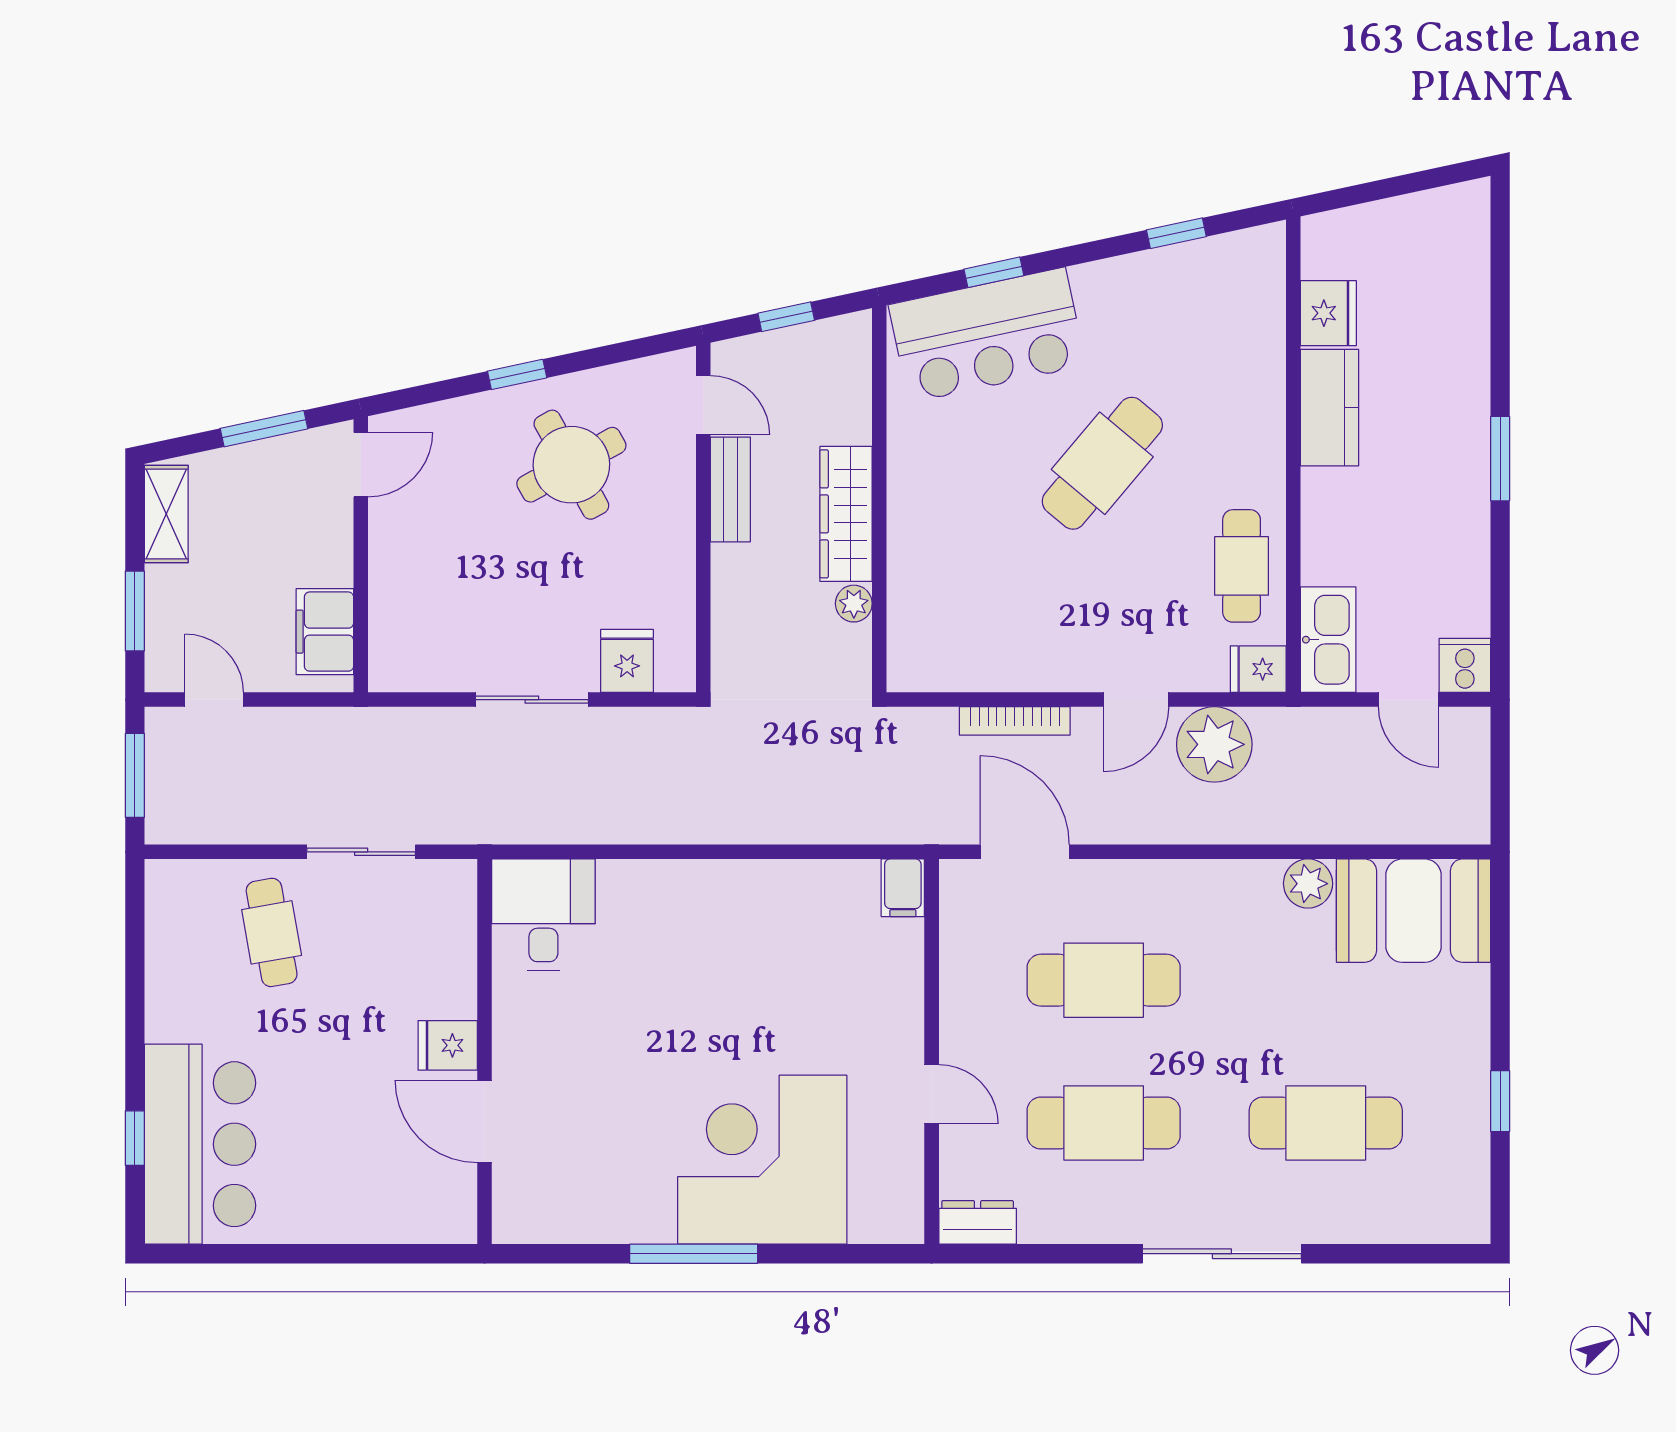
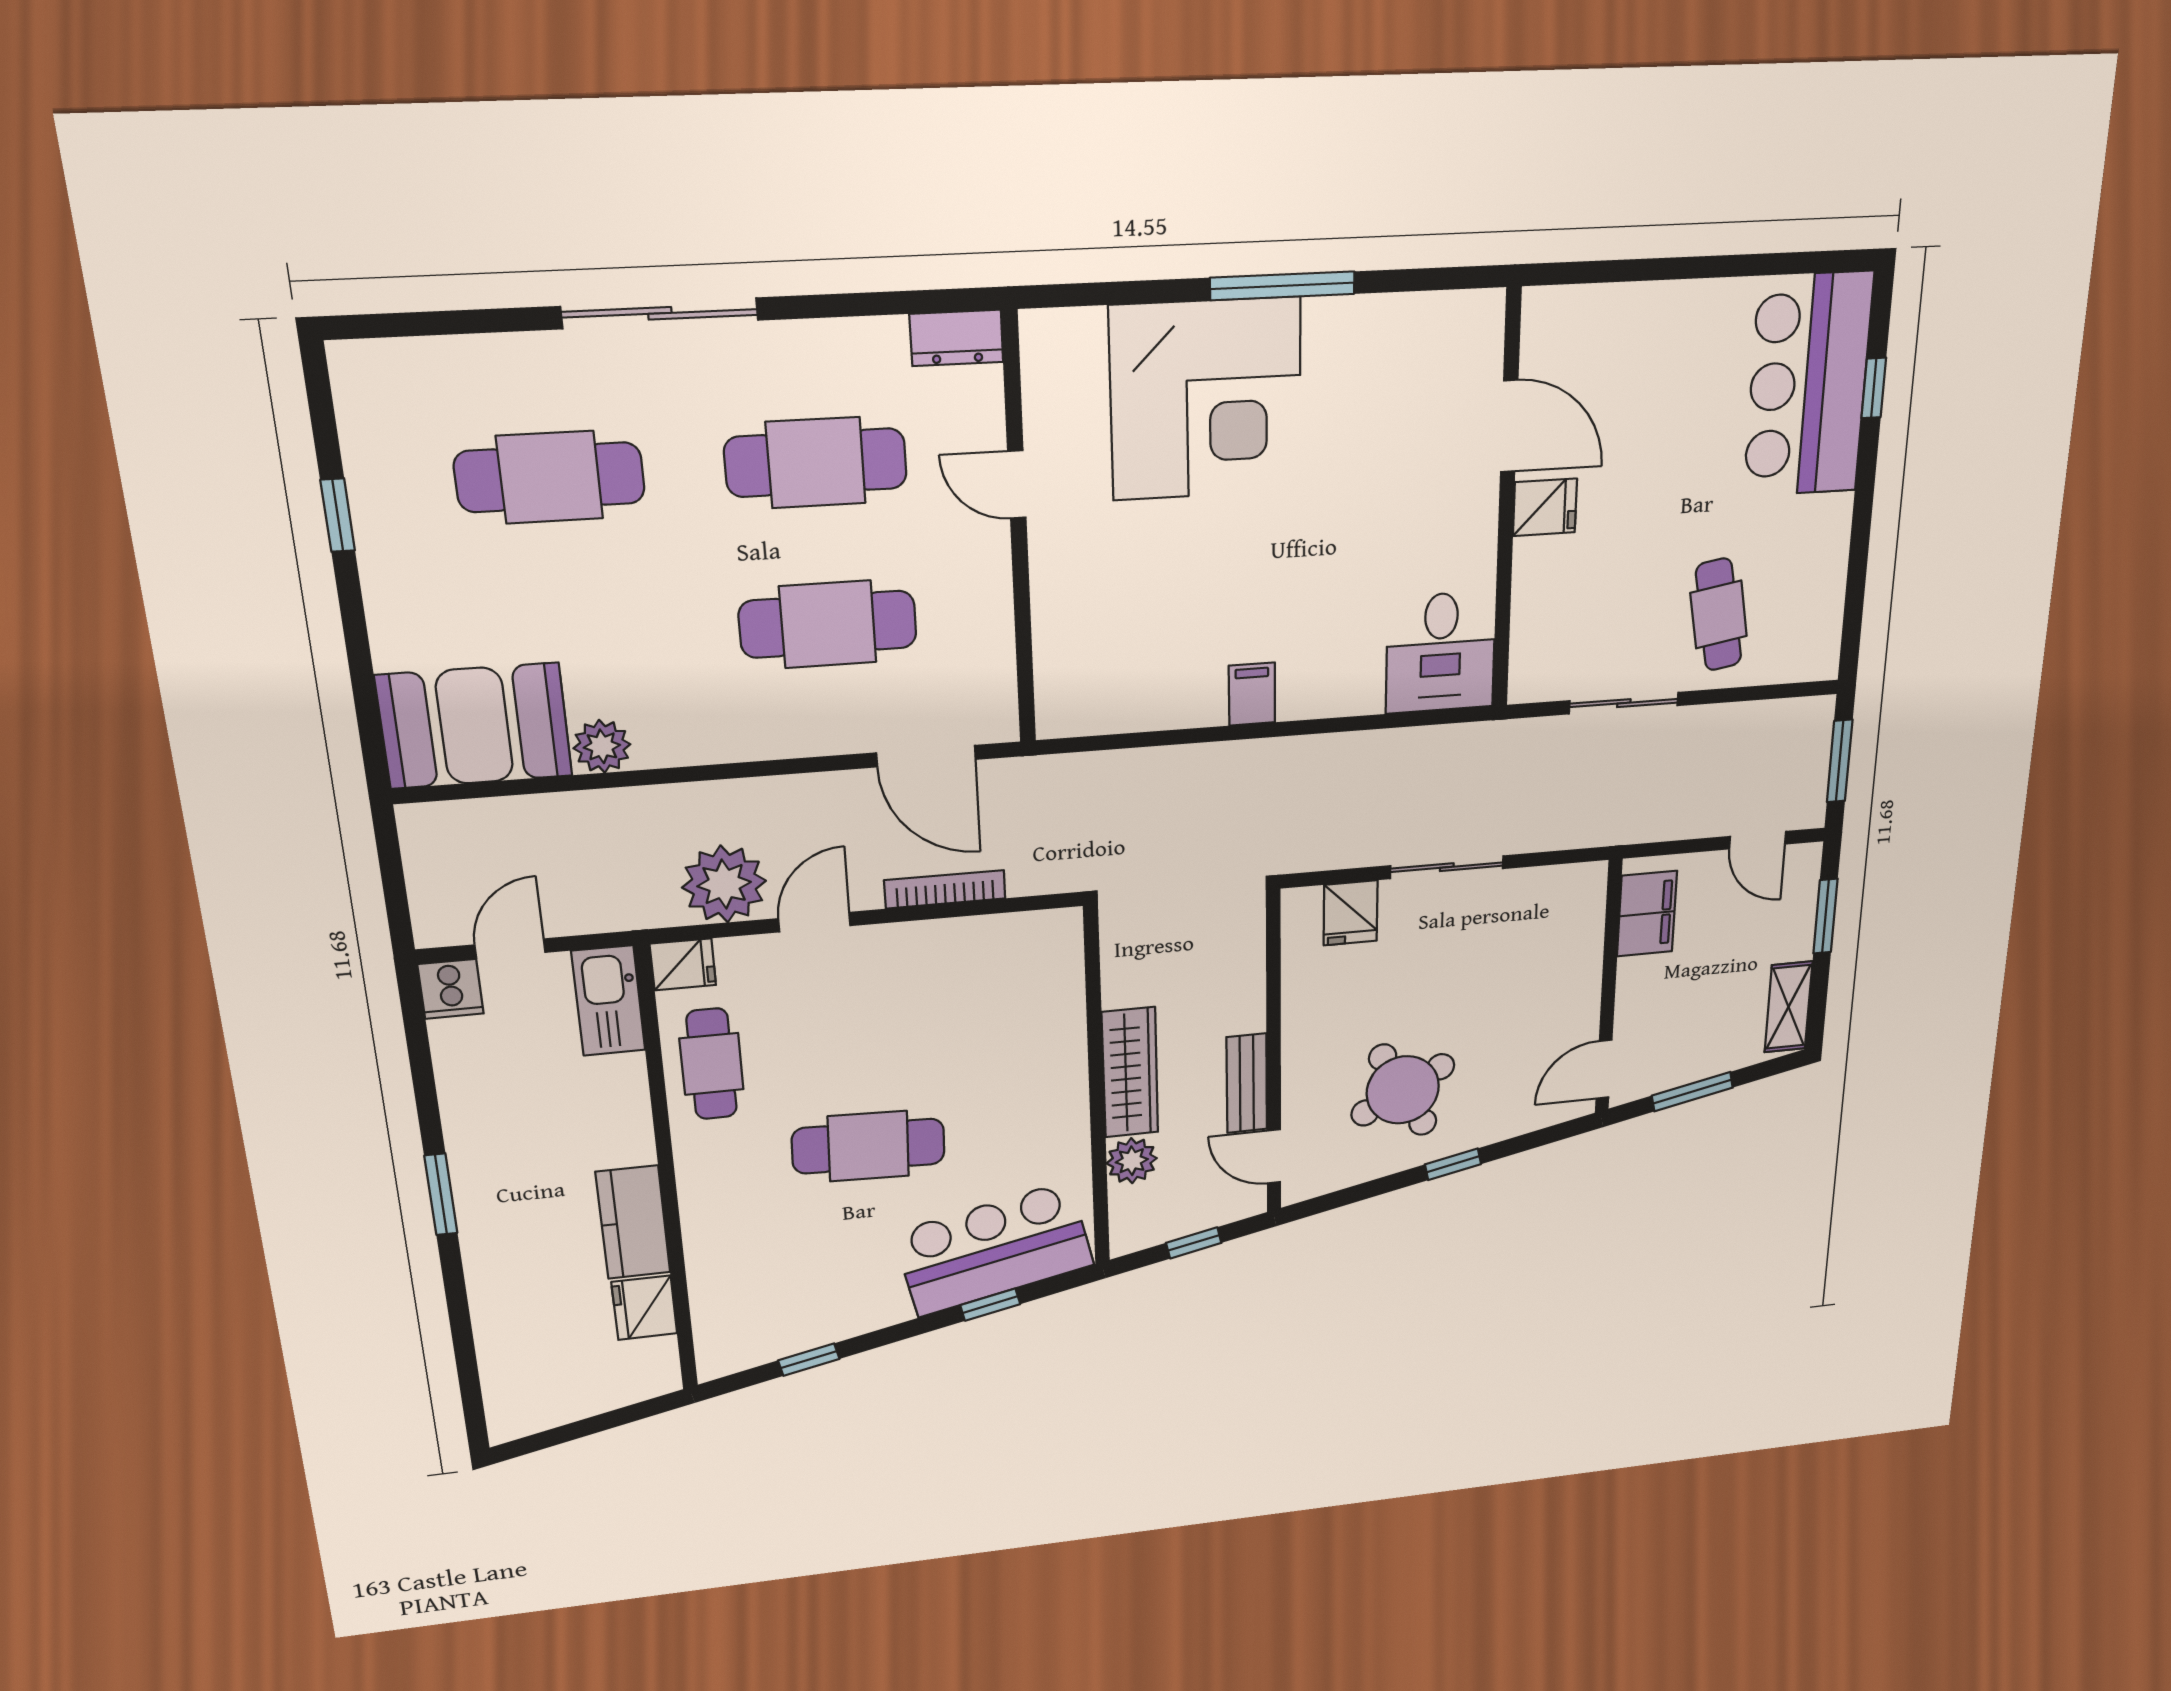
cafe table: (1102, 463) -> (868, 1146), turned 52
plant: (854, 604) -> (1132, 1161), moved, width x1.38, depth x1.38
door: (1409, 700) -> (510, 949), hinge flipped
filing cabinet: (903, 888) -> (1252, 694), moved

